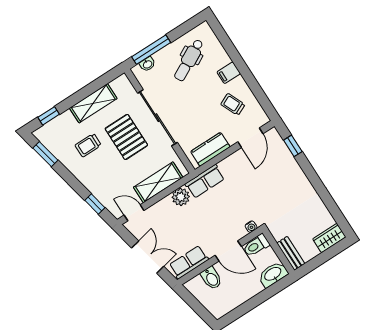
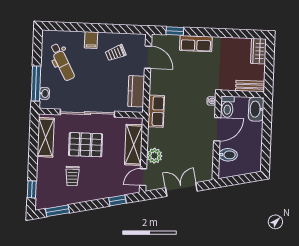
shelving: (93, 103) -> (46, 137), moved
plant: (181, 197) -> (154, 156), moved
row of seats: (189, 262) -> (196, 44), moved, turned -90

